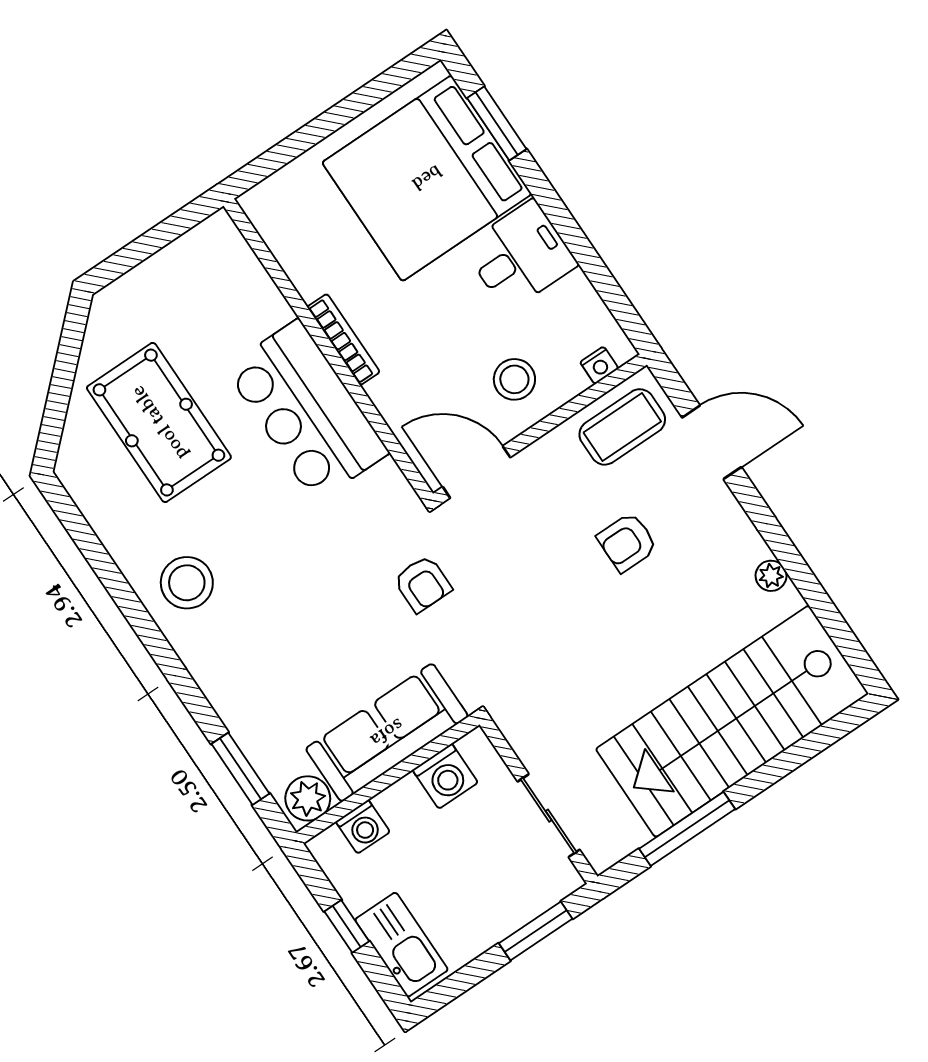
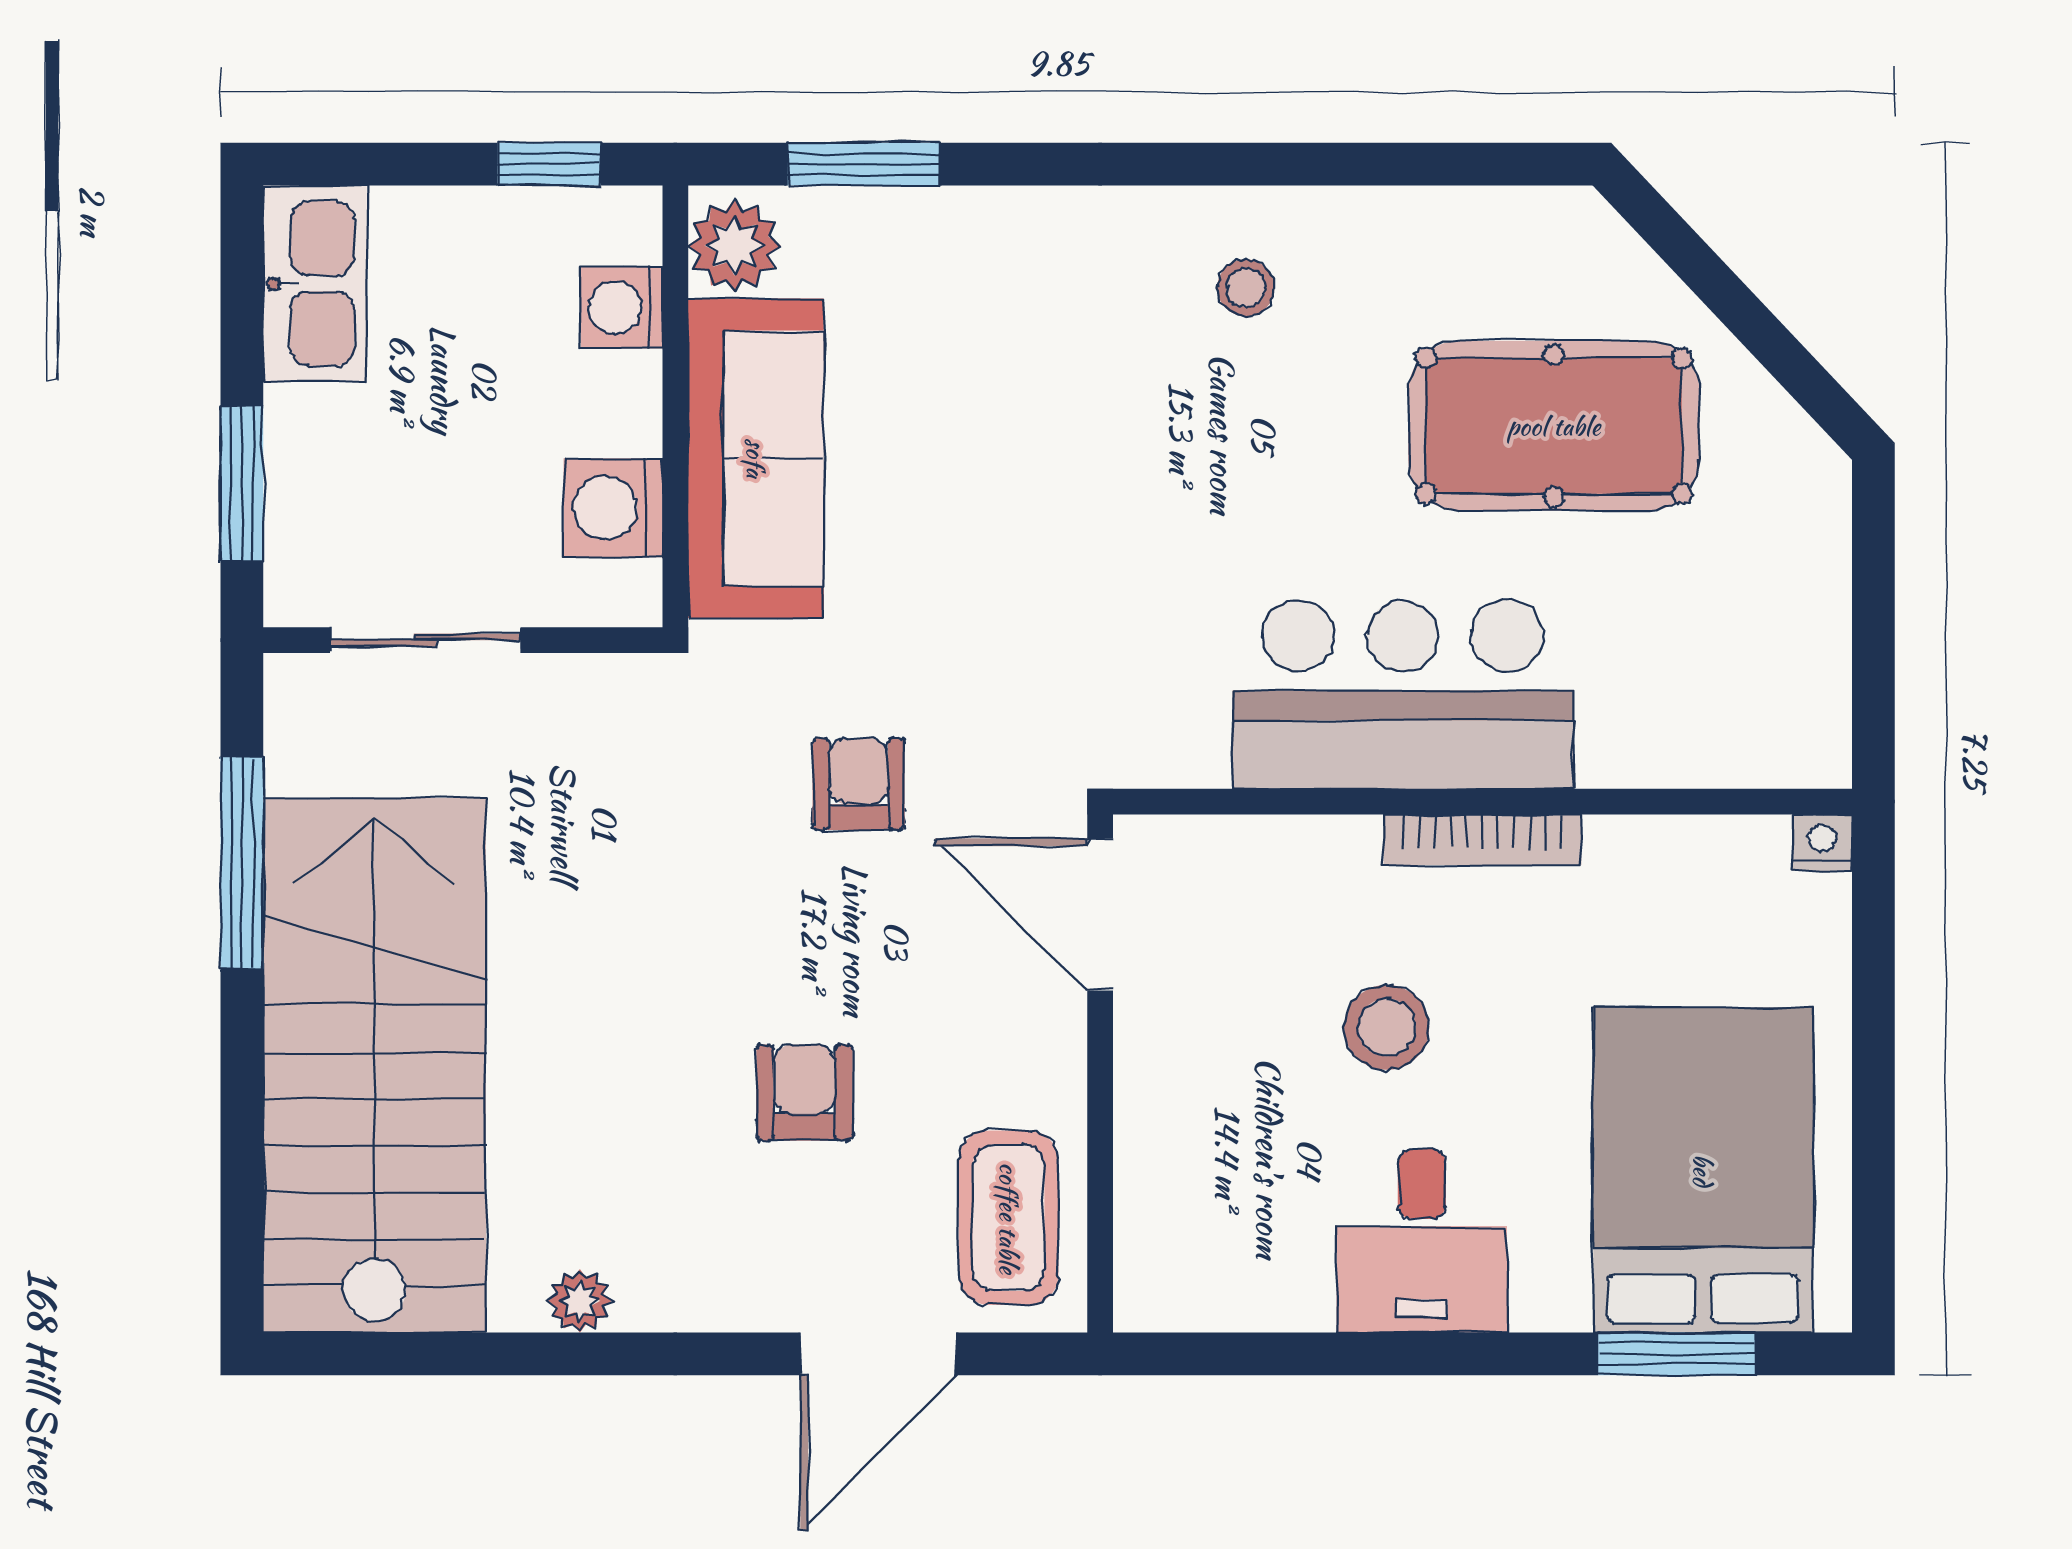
bed: (427, 178) -> (1703, 1170), width x0.73
nightstand: (599, 365) -> (1822, 843), moved, turned 90
stool: (514, 379) -> (1387, 1027), moved
door: (476, 472) -> (1100, 915), swing flipped
stool: (187, 583) -> (1246, 288), width x0.53, depth x0.53
armchair: (423, 584) -> (859, 784), moved, turned 90
window: (347, 926) -> (549, 164), moved
kitchen sink: (401, 945) -> (315, 284), moved, turned -90

